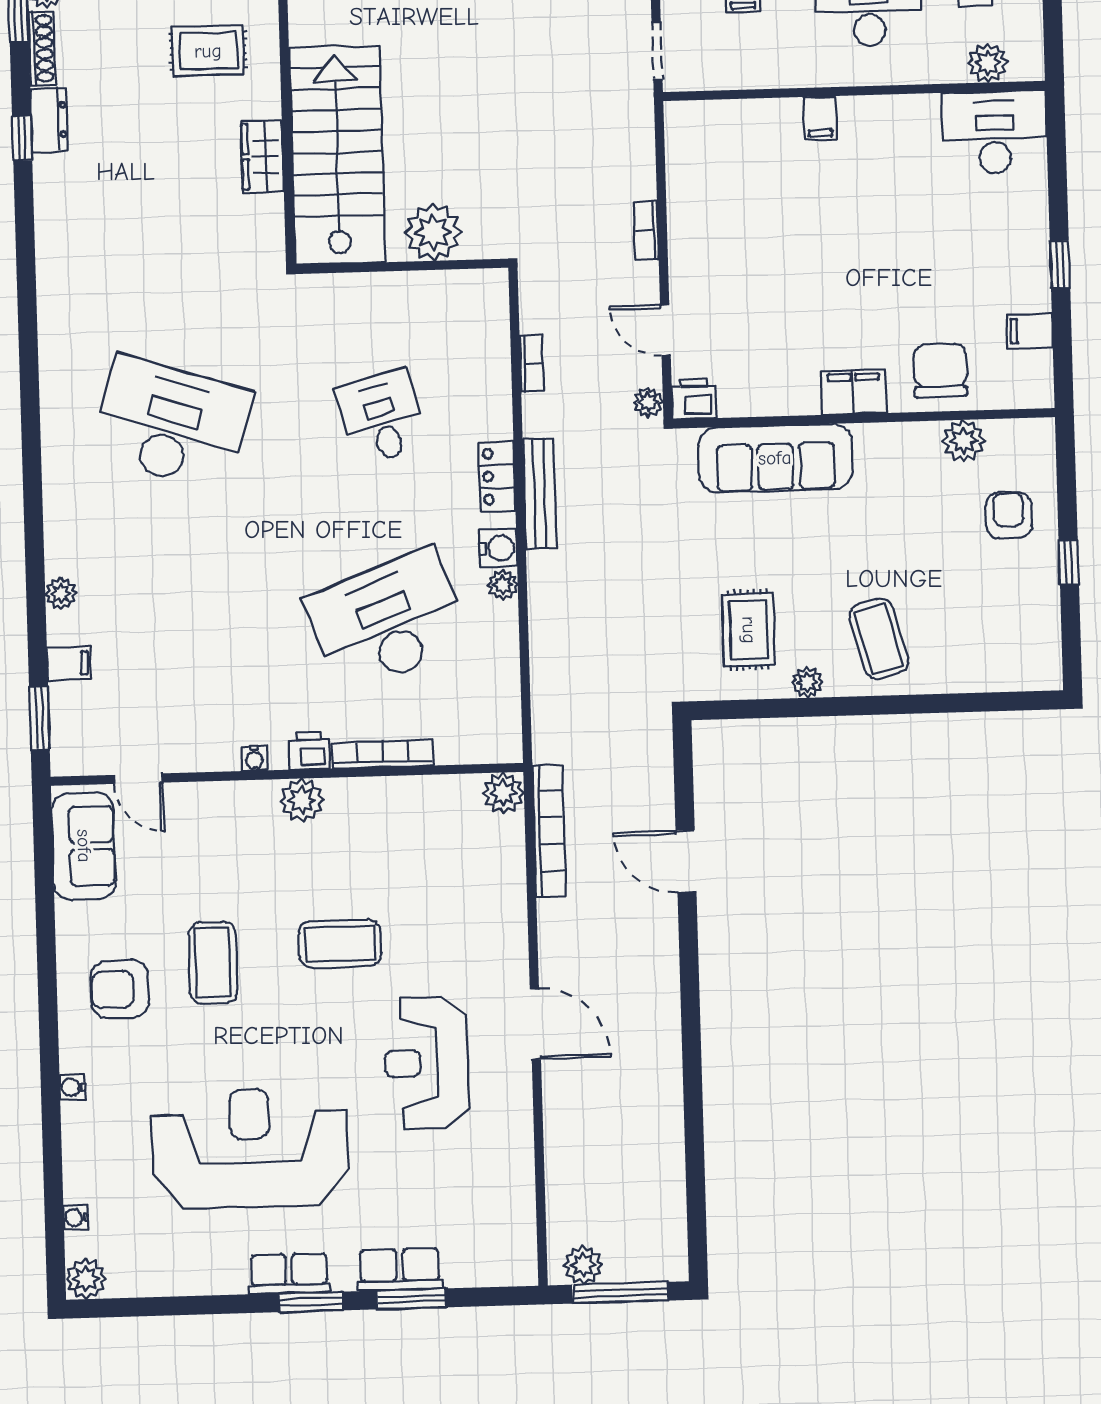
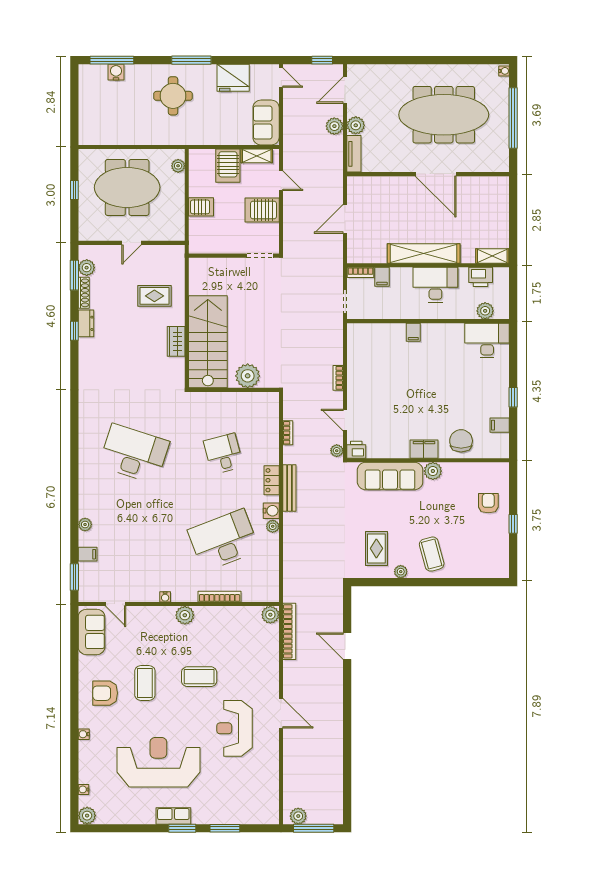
plant: (964, 441) -> (433, 471), moved
printer: (309, 751) -> (188, 594), removed
row of seats: (400, 1269) -> (220, 816), removed

